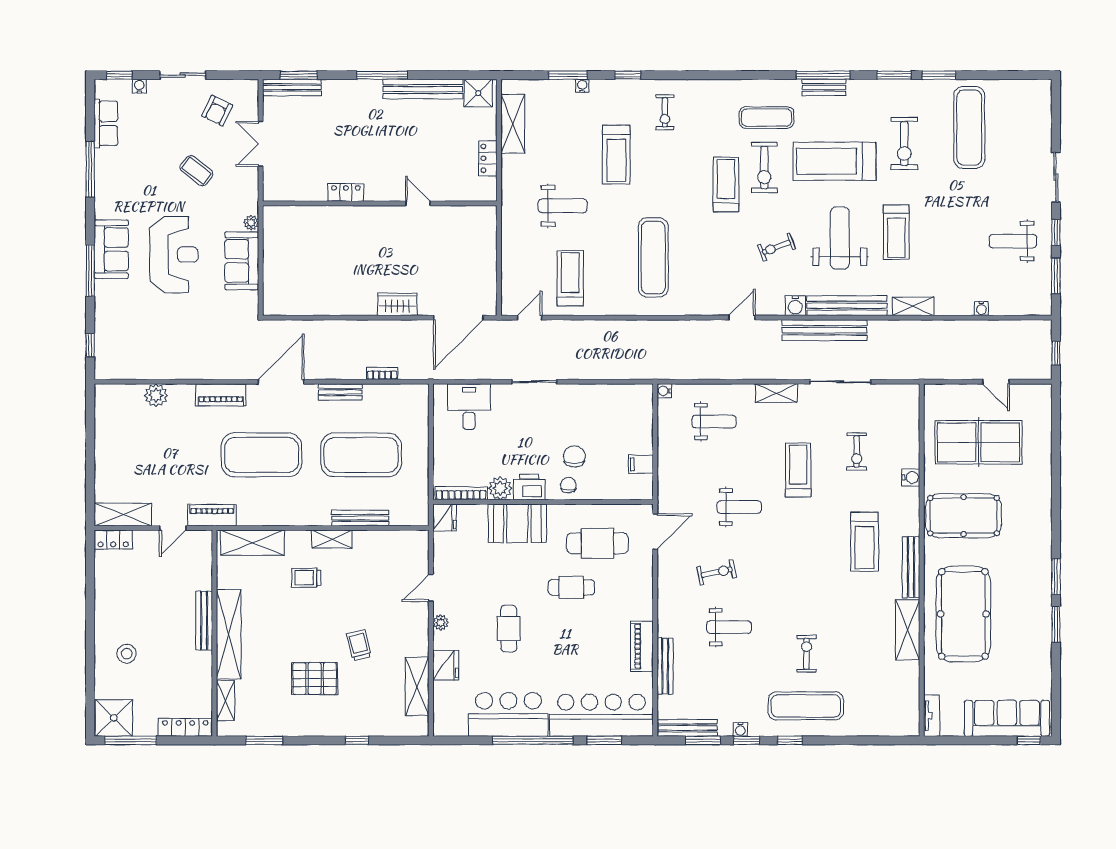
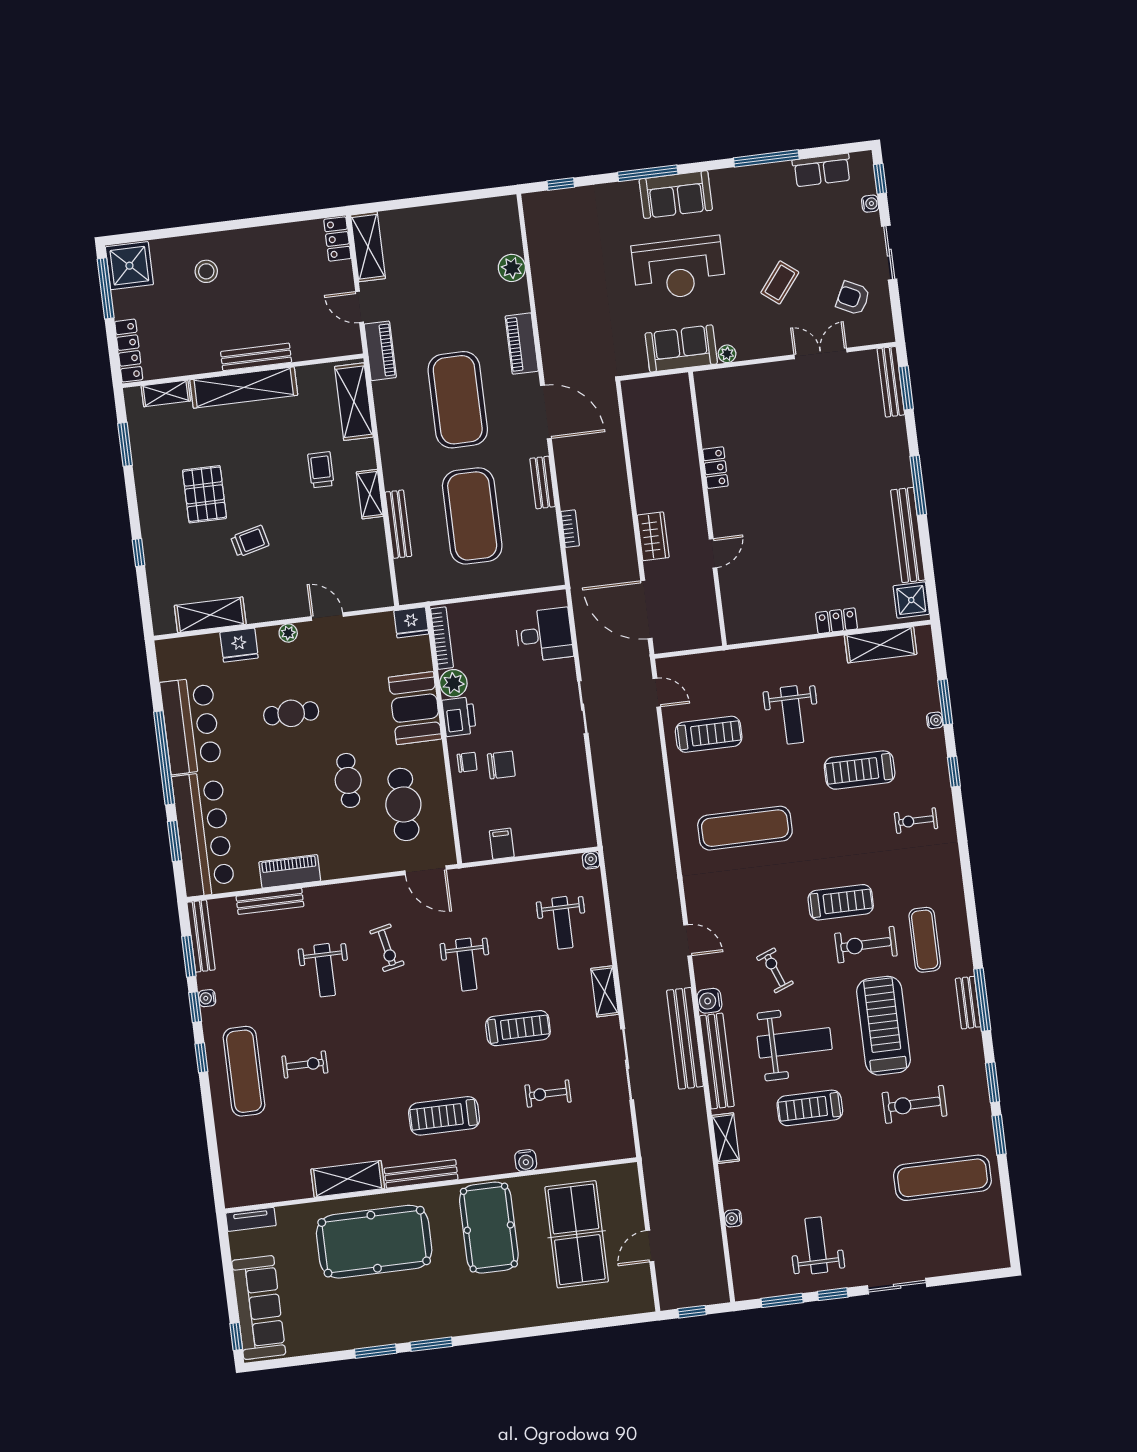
locker: (346, 192) -> (715, 468), moved
wall: (380, 203) -> (707, 509), moved
door: (418, 203) -> (713, 553), moved

